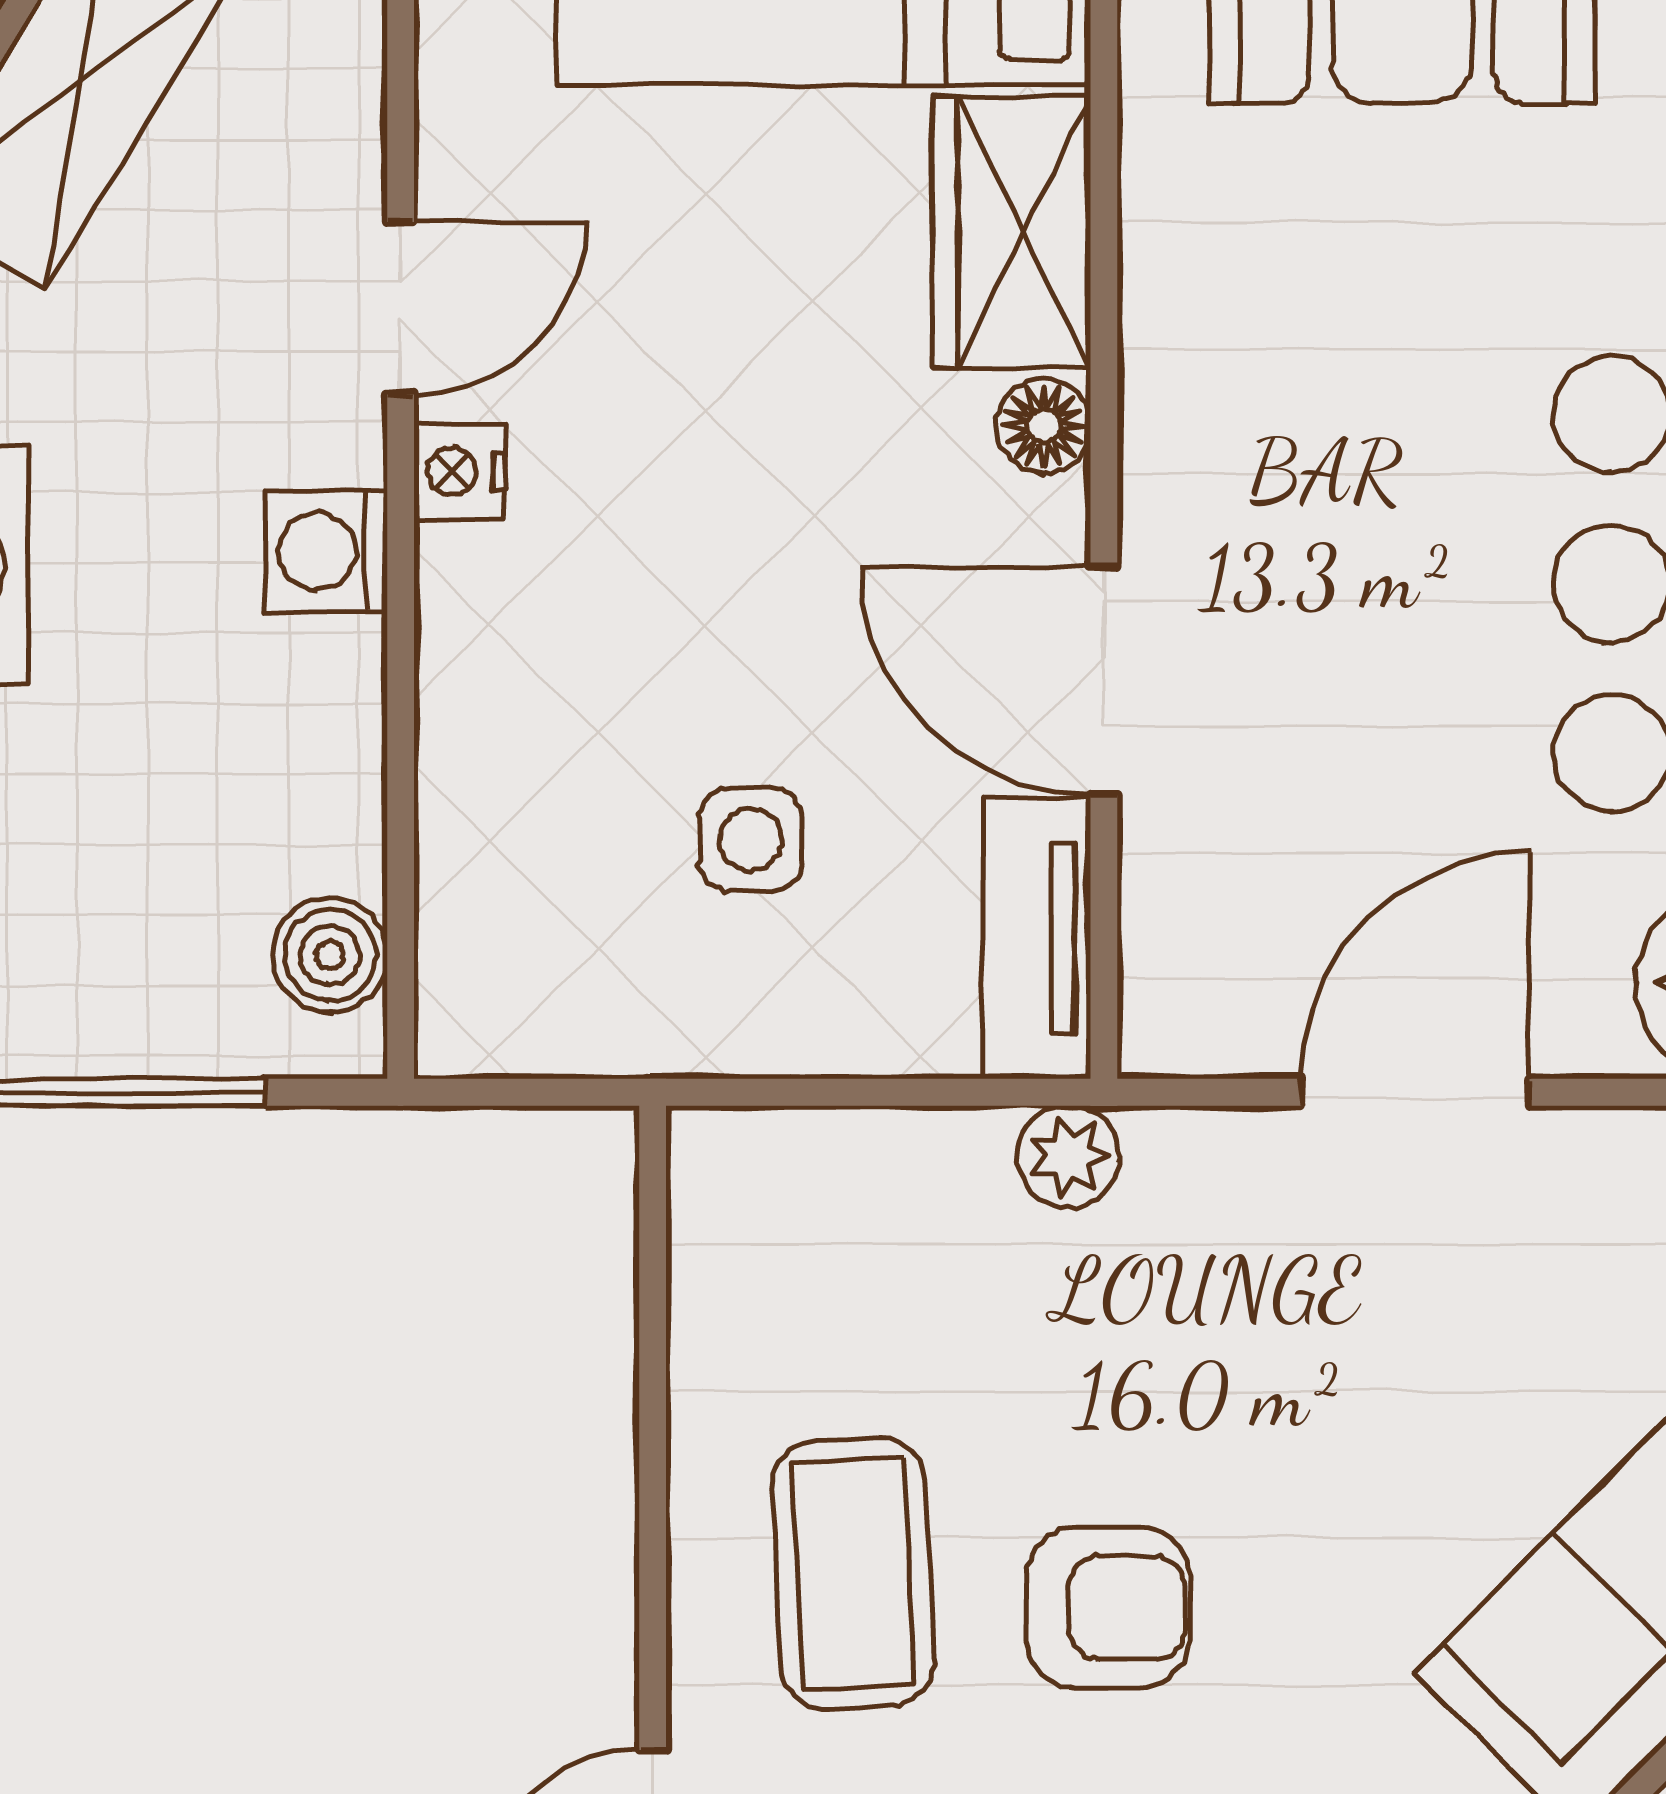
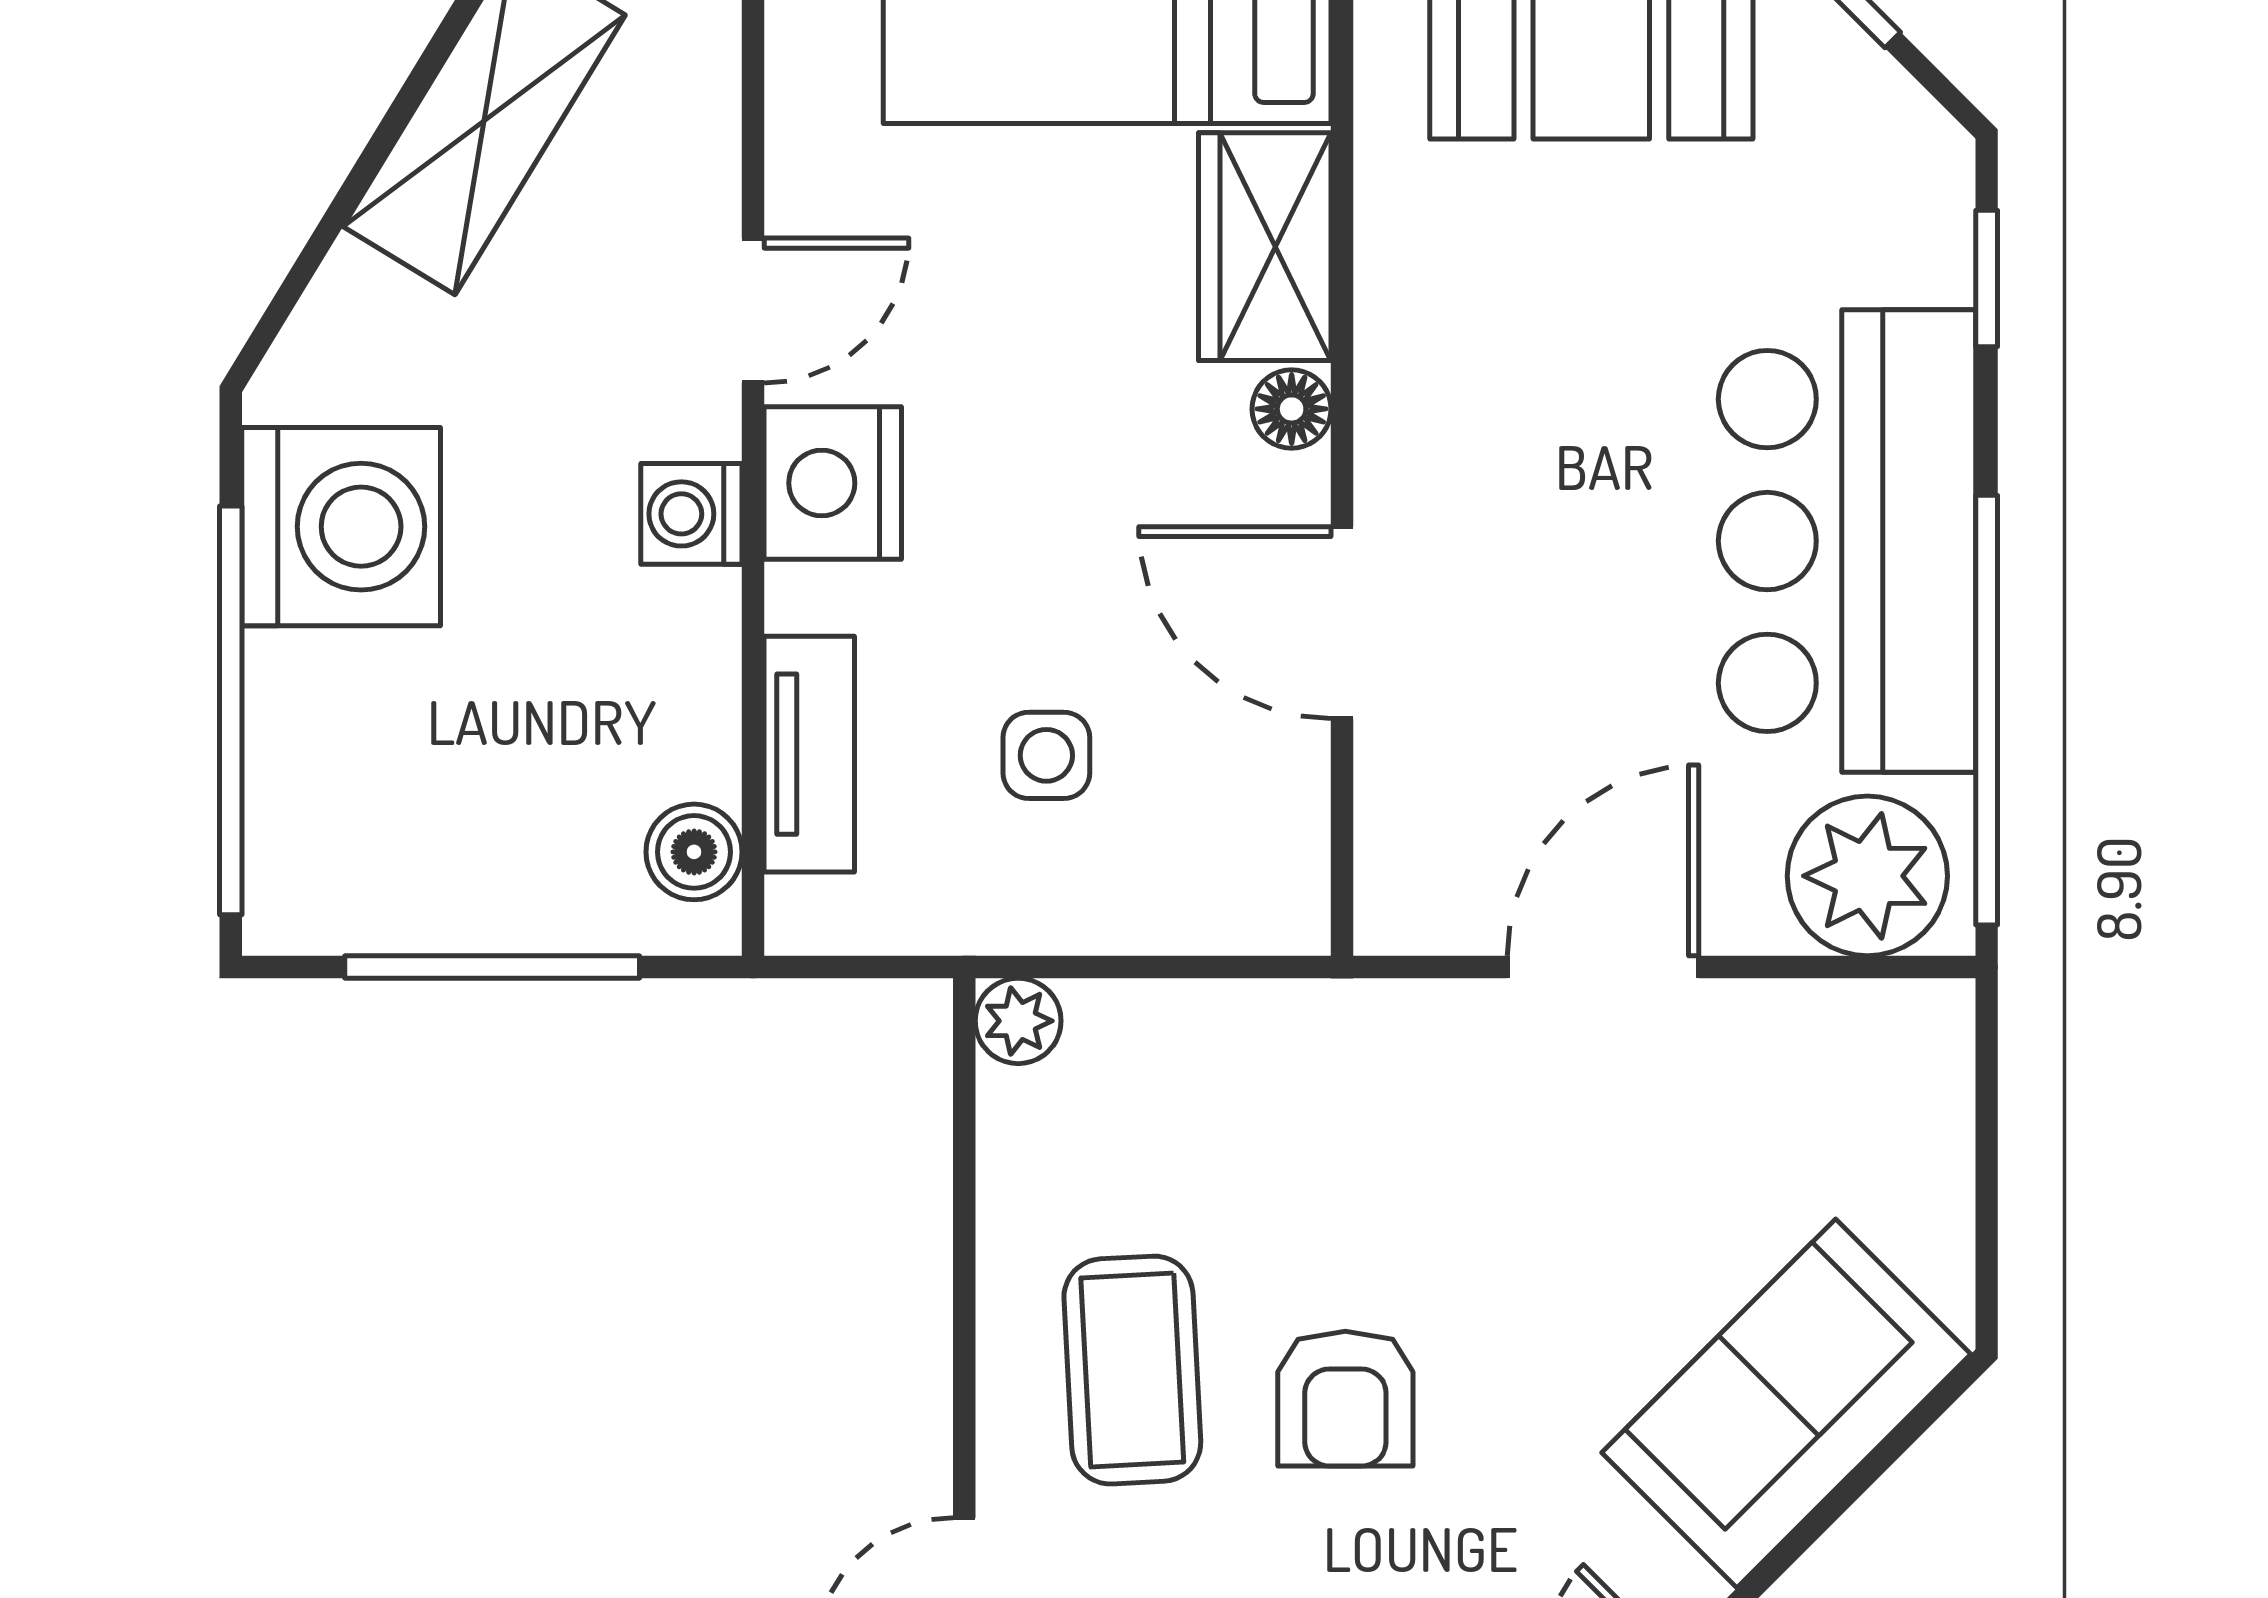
nightstand: (459, 471) -> (833, 483), width x1.89, depth x1.79
tv unit: (1037, 938) -> (809, 754), moved, turned 180
plant: (1068, 1157) -> (1018, 1021), moved
armchair: (1108, 1608) -> (1345, 1399), turned 90

